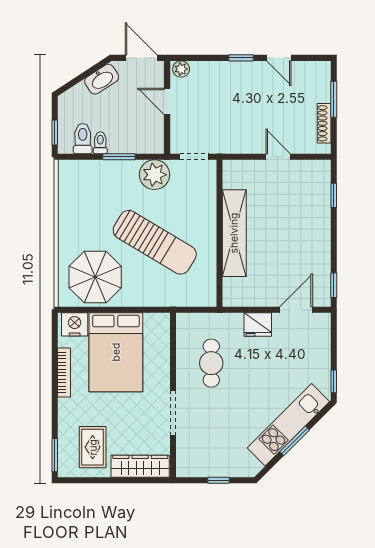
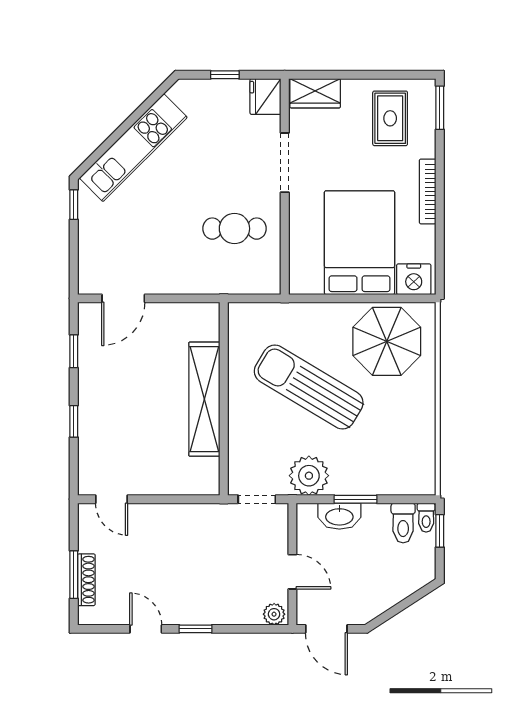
washbasin: (102, 79) -> (339, 516), moved, turned -147
shoe rack: (324, 123) -> (86, 580), moved
toilet: (100, 143) -> (426, 518), moved
door: (278, 157) -> (112, 499), moved
window: (334, 195) -> (74, 421), moved
window: (334, 285) -> (74, 351), moved
fridge: (258, 324) -> (265, 97), moved, turned -90
cafe table: (211, 363) -> (234, 229), turned 90
bookcase: (64, 373) -> (428, 191), moved
window: (295, 441) -> (125, 126), removed
wardrobe: (140, 466) -> (315, 93), width x0.67

